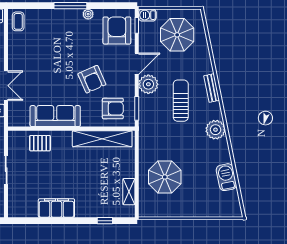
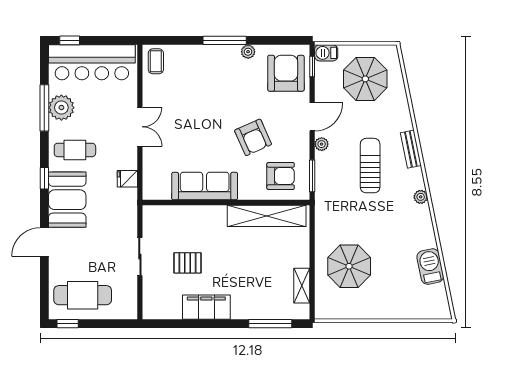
plant: (148, 84) -> (322, 144), width x0.53, depth x0.53
double door: (6, 86) -> (140, 127), moved
plant: (216, 130) -> (421, 197), width x0.53, depth x0.53
pallet: (40, 143) -> (187, 263), moved
window: (105, 221) -> (270, 324), width x2.17

